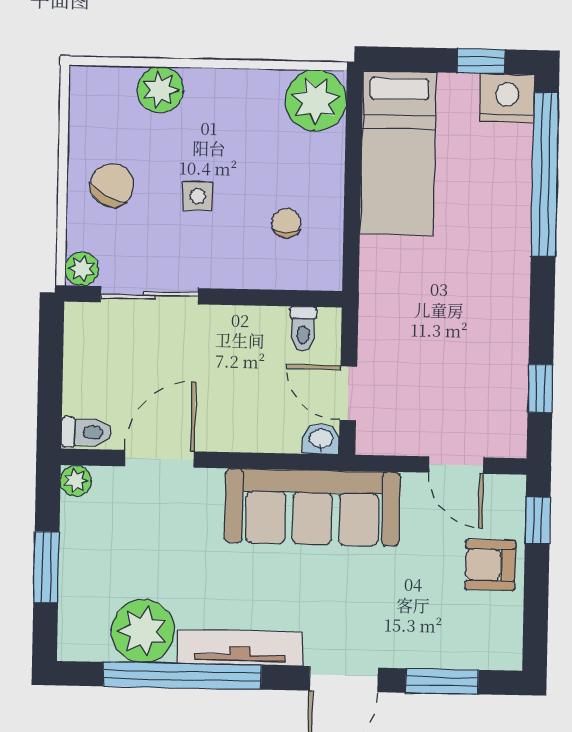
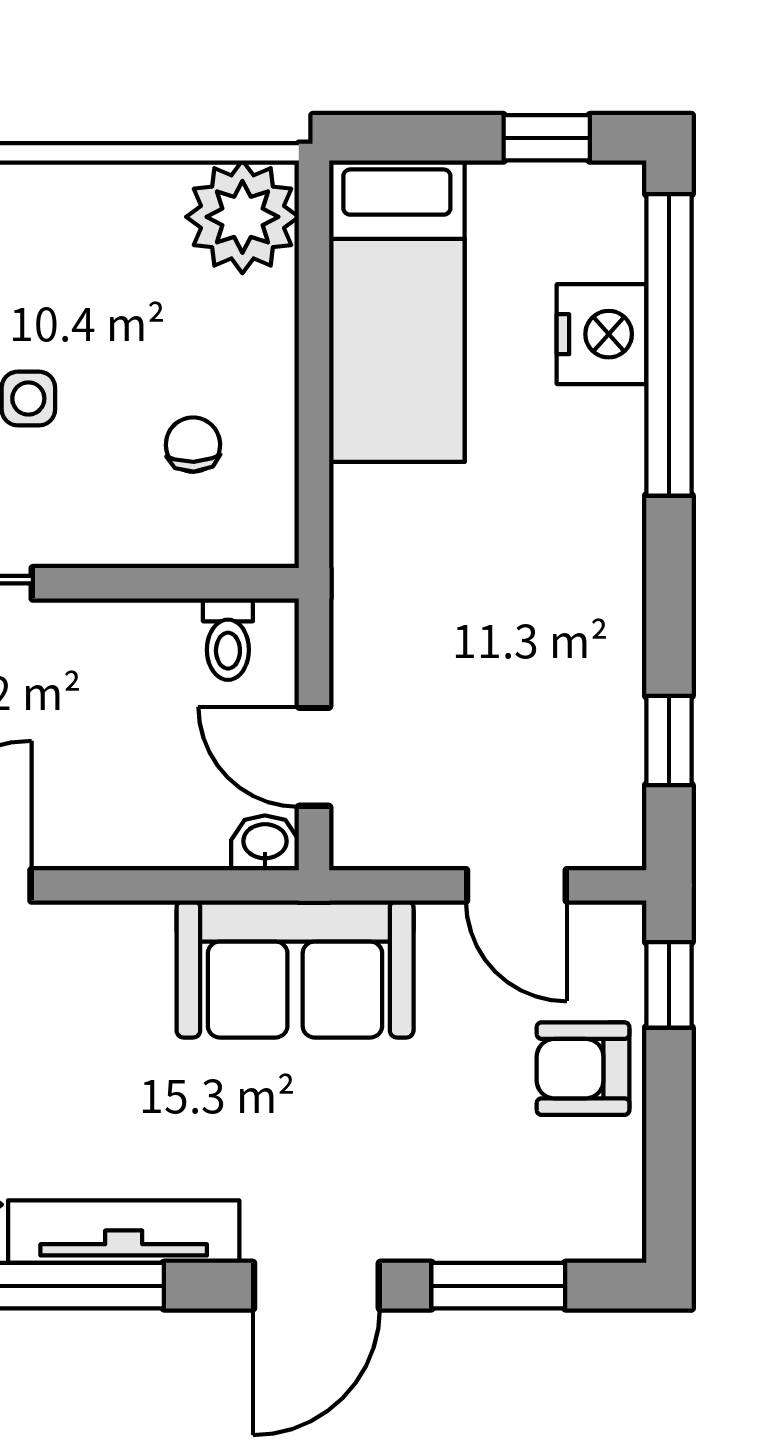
nightstand: (507, 98) -> (601, 334), moved, turned 90
sofa: (313, 507) -> (295, 969), width x0.73

